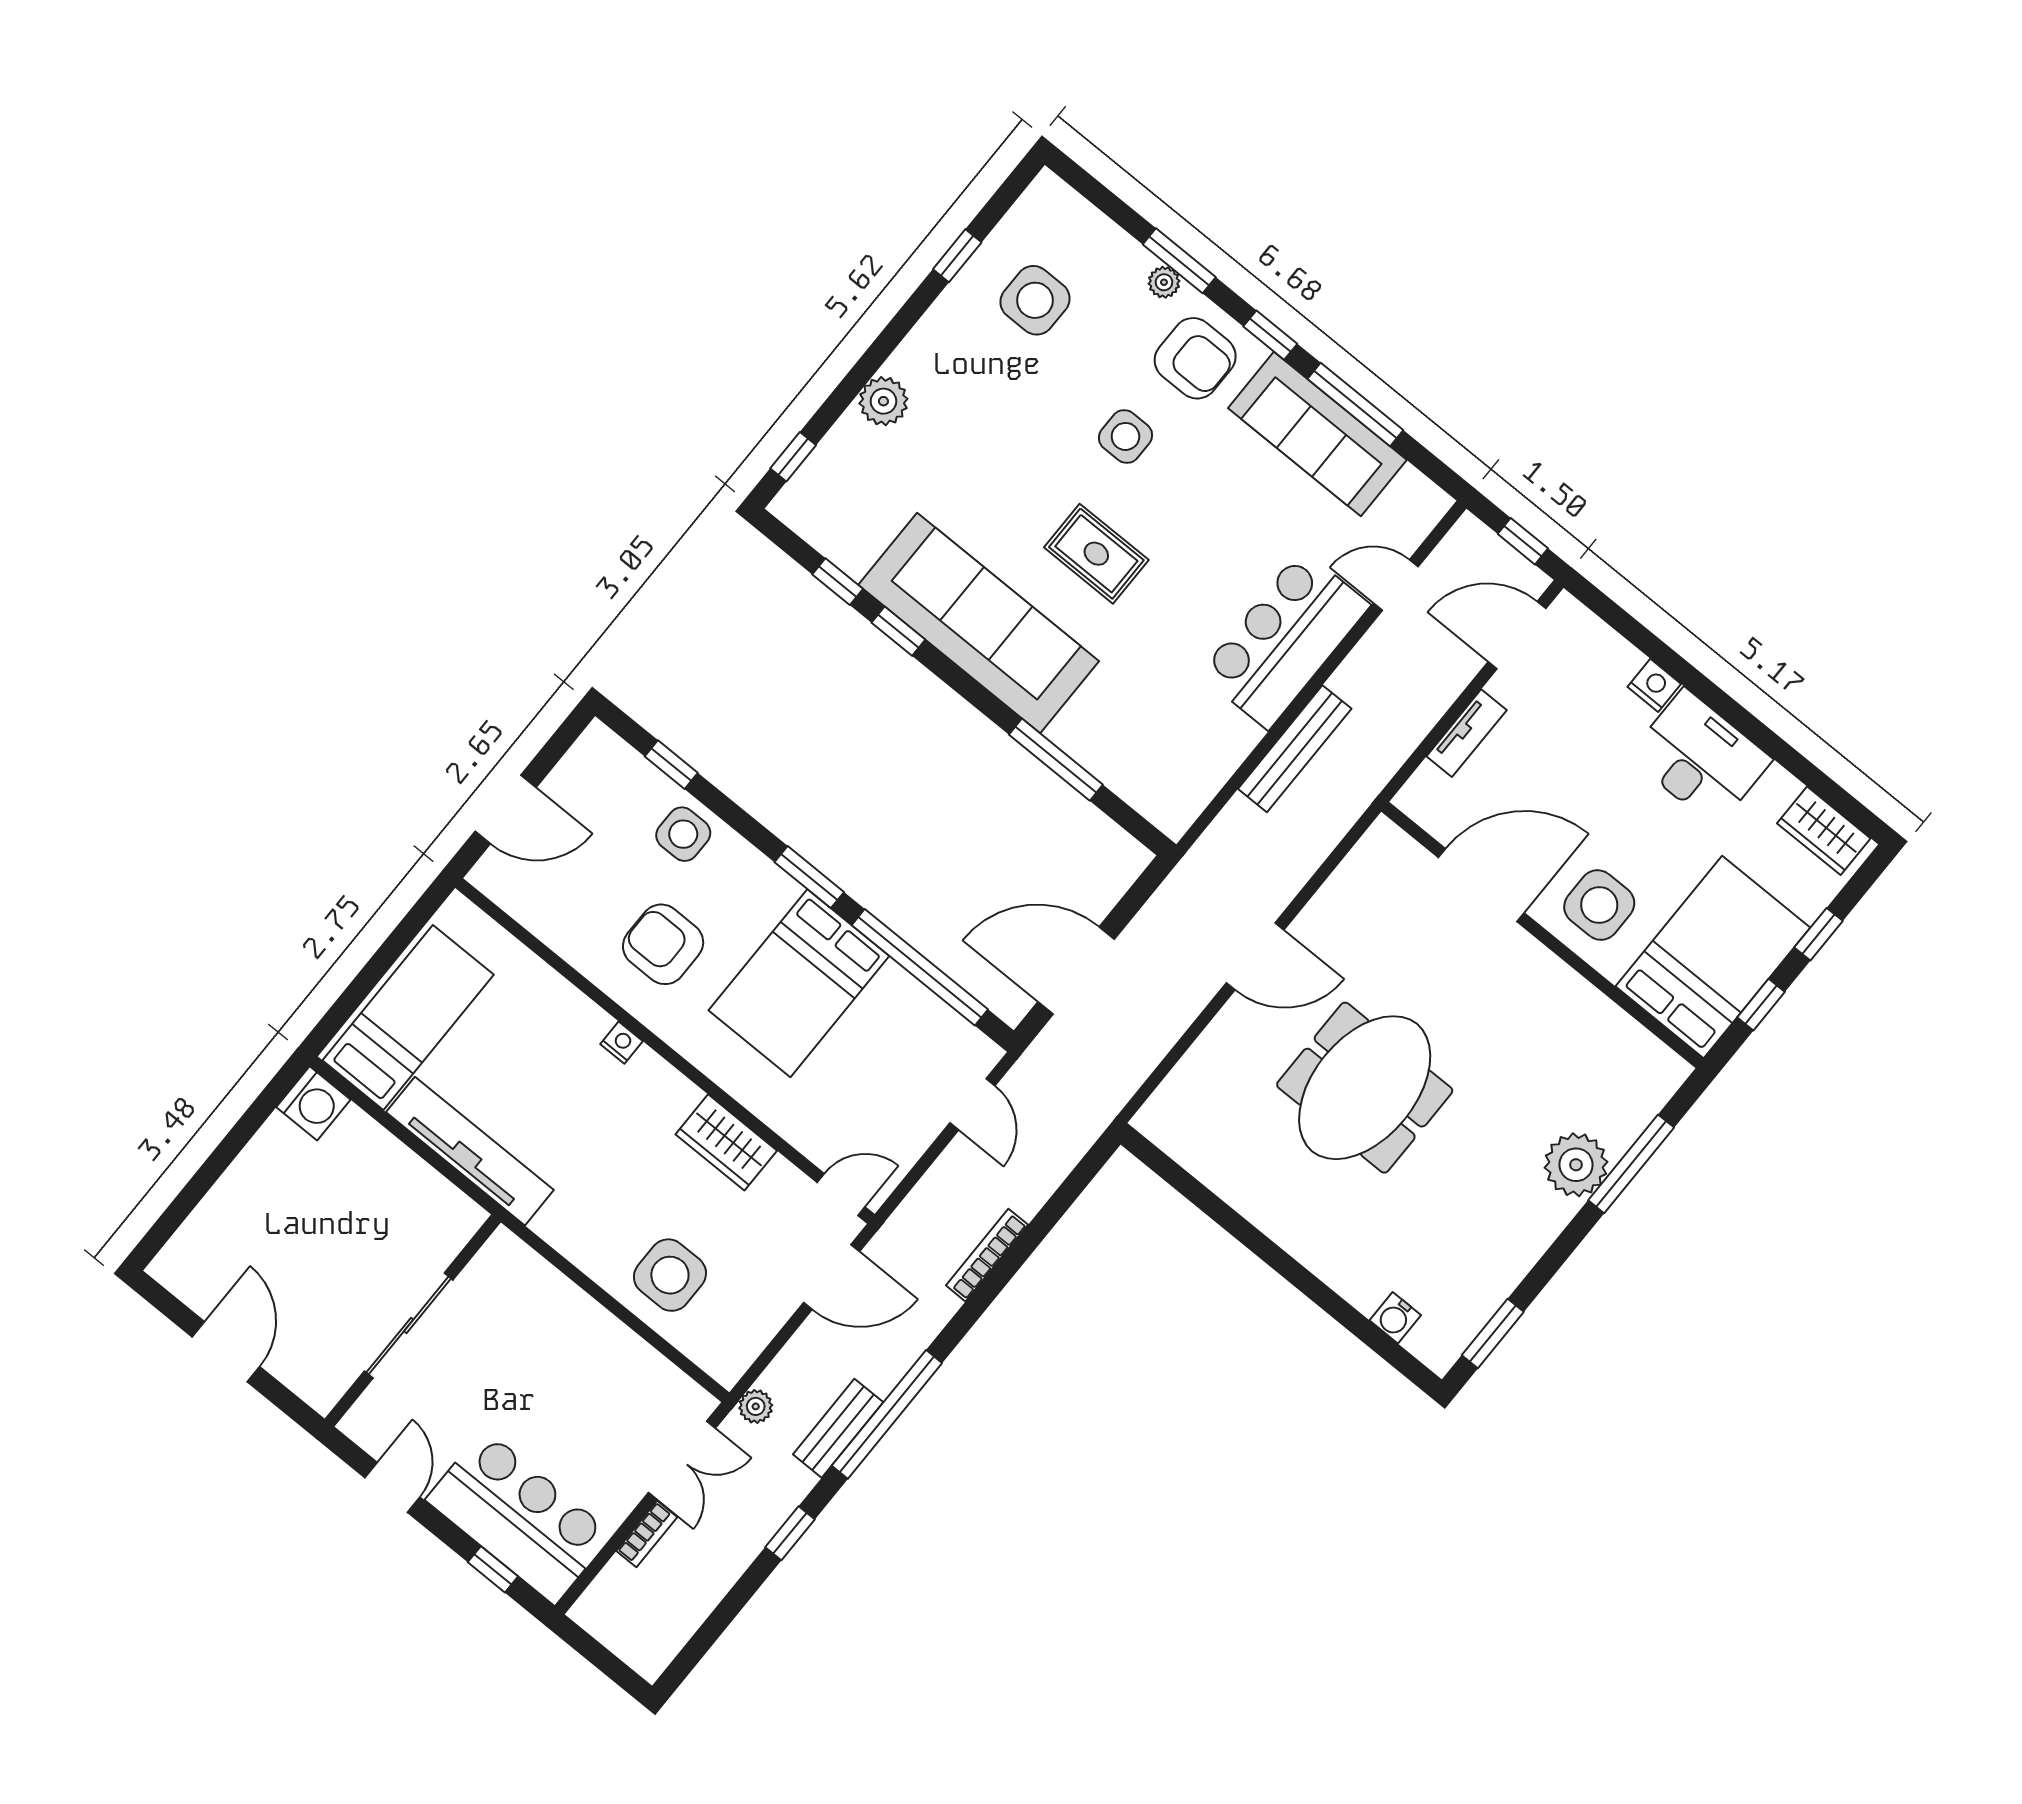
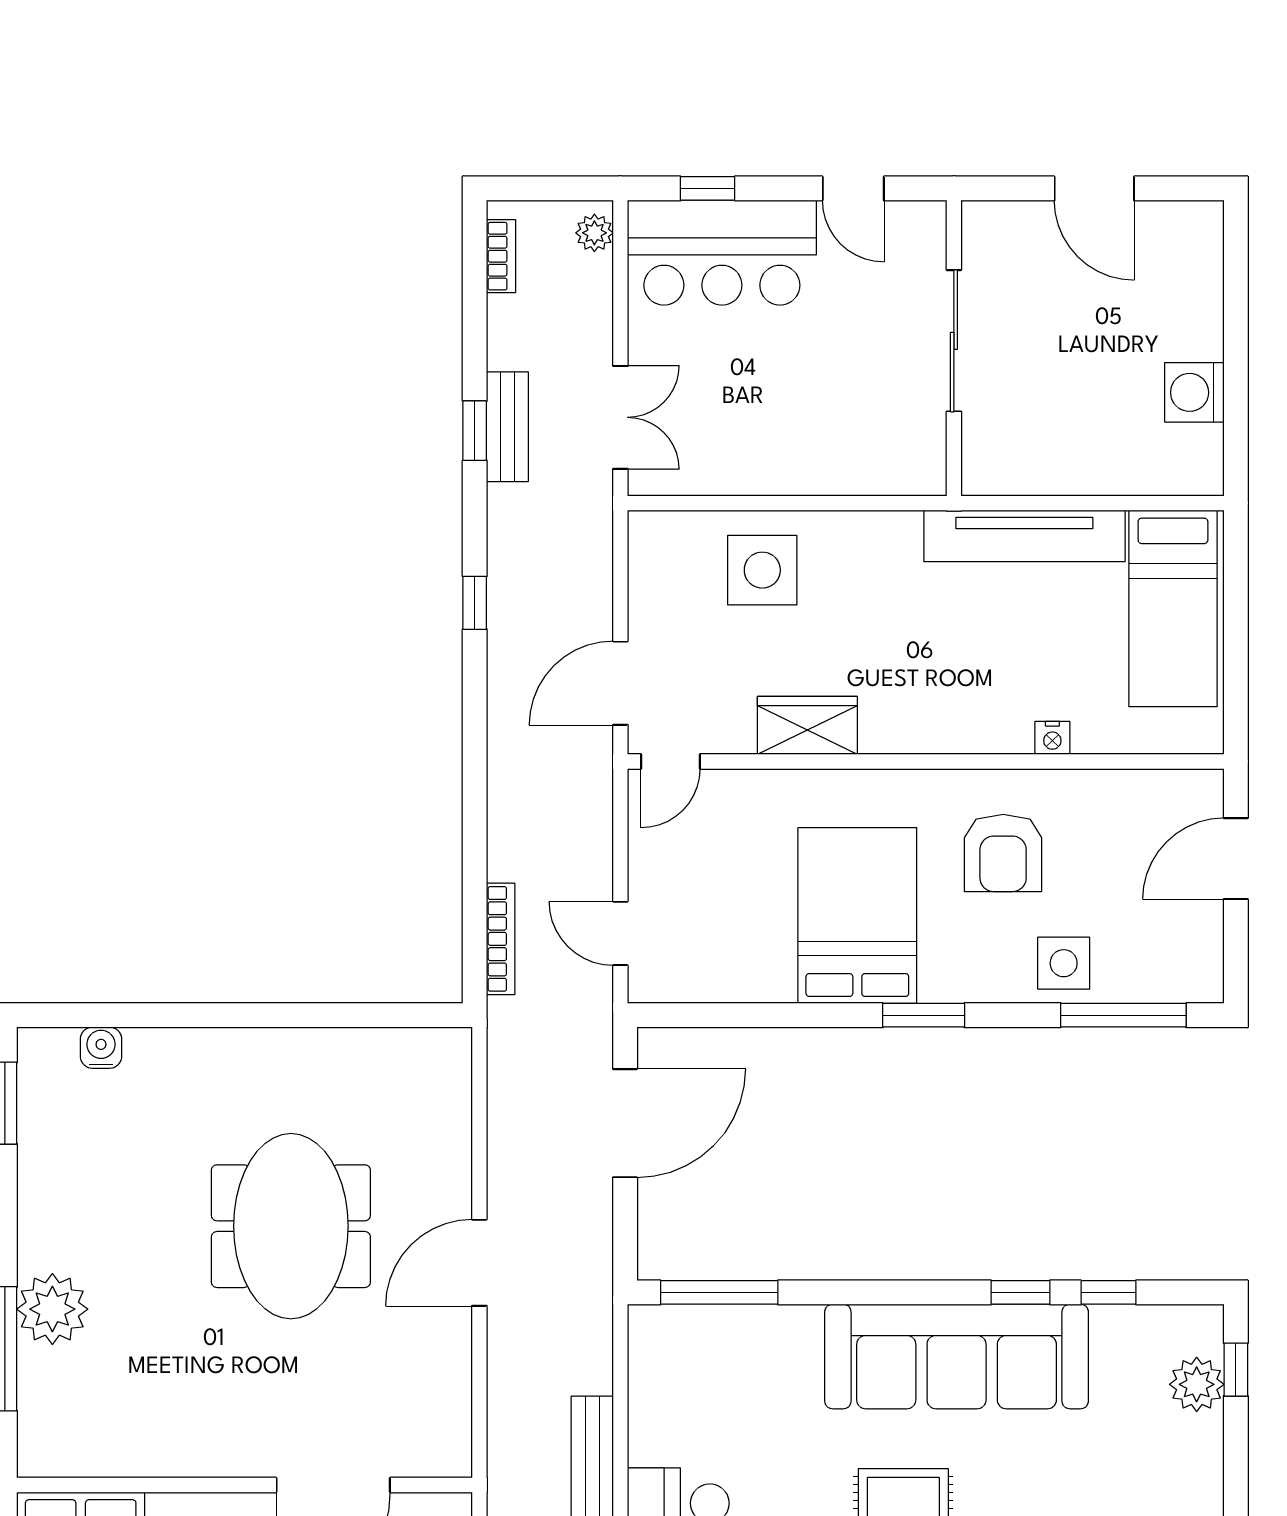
plant: (883, 401) -> (1197, 1384), moved
window: (1056, 760) -> (719, 1292), moved
window: (671, 765) -> (1123, 1015), width x2.17
armchair: (663, 944) -> (1003, 853), turned 90
window: (920, 967) -> (763, 1015), removed
nightstand: (621, 1043) -> (1052, 738), moved
washing machine: (313, 1103) -> (1194, 392), moved
bookcase: (987, 1255) -> (501, 939), moved
plant: (756, 1406) -> (594, 233), moved
window: (887, 1414) -> (475, 603), width x0.32
bench: (838, 1428) -> (507, 427), moved
double door: (682, 1460) -> (620, 417), swing flipped
bookcase: (647, 1534) -> (501, 256), moved, turned 180

